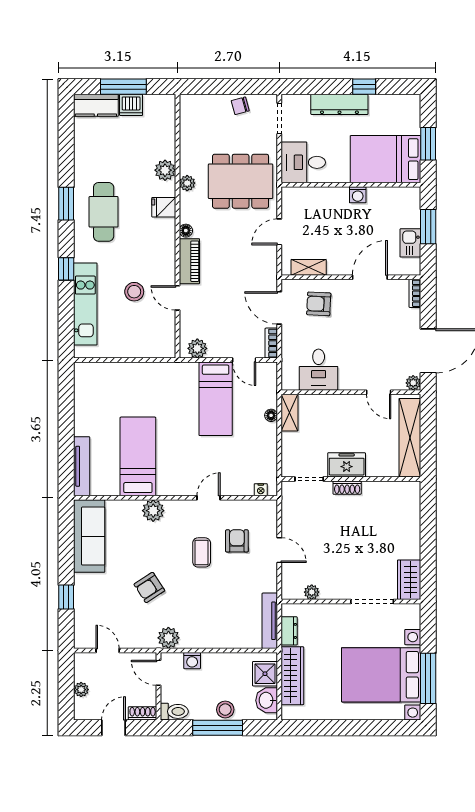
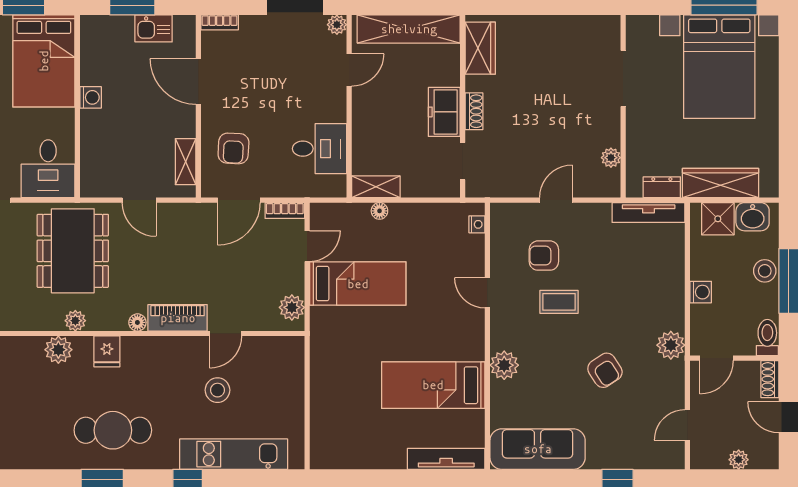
wardrobe: (409, 580) -> (480, 48), moved, turned -90
washing machine: (192, 661) -> (701, 292), moved

